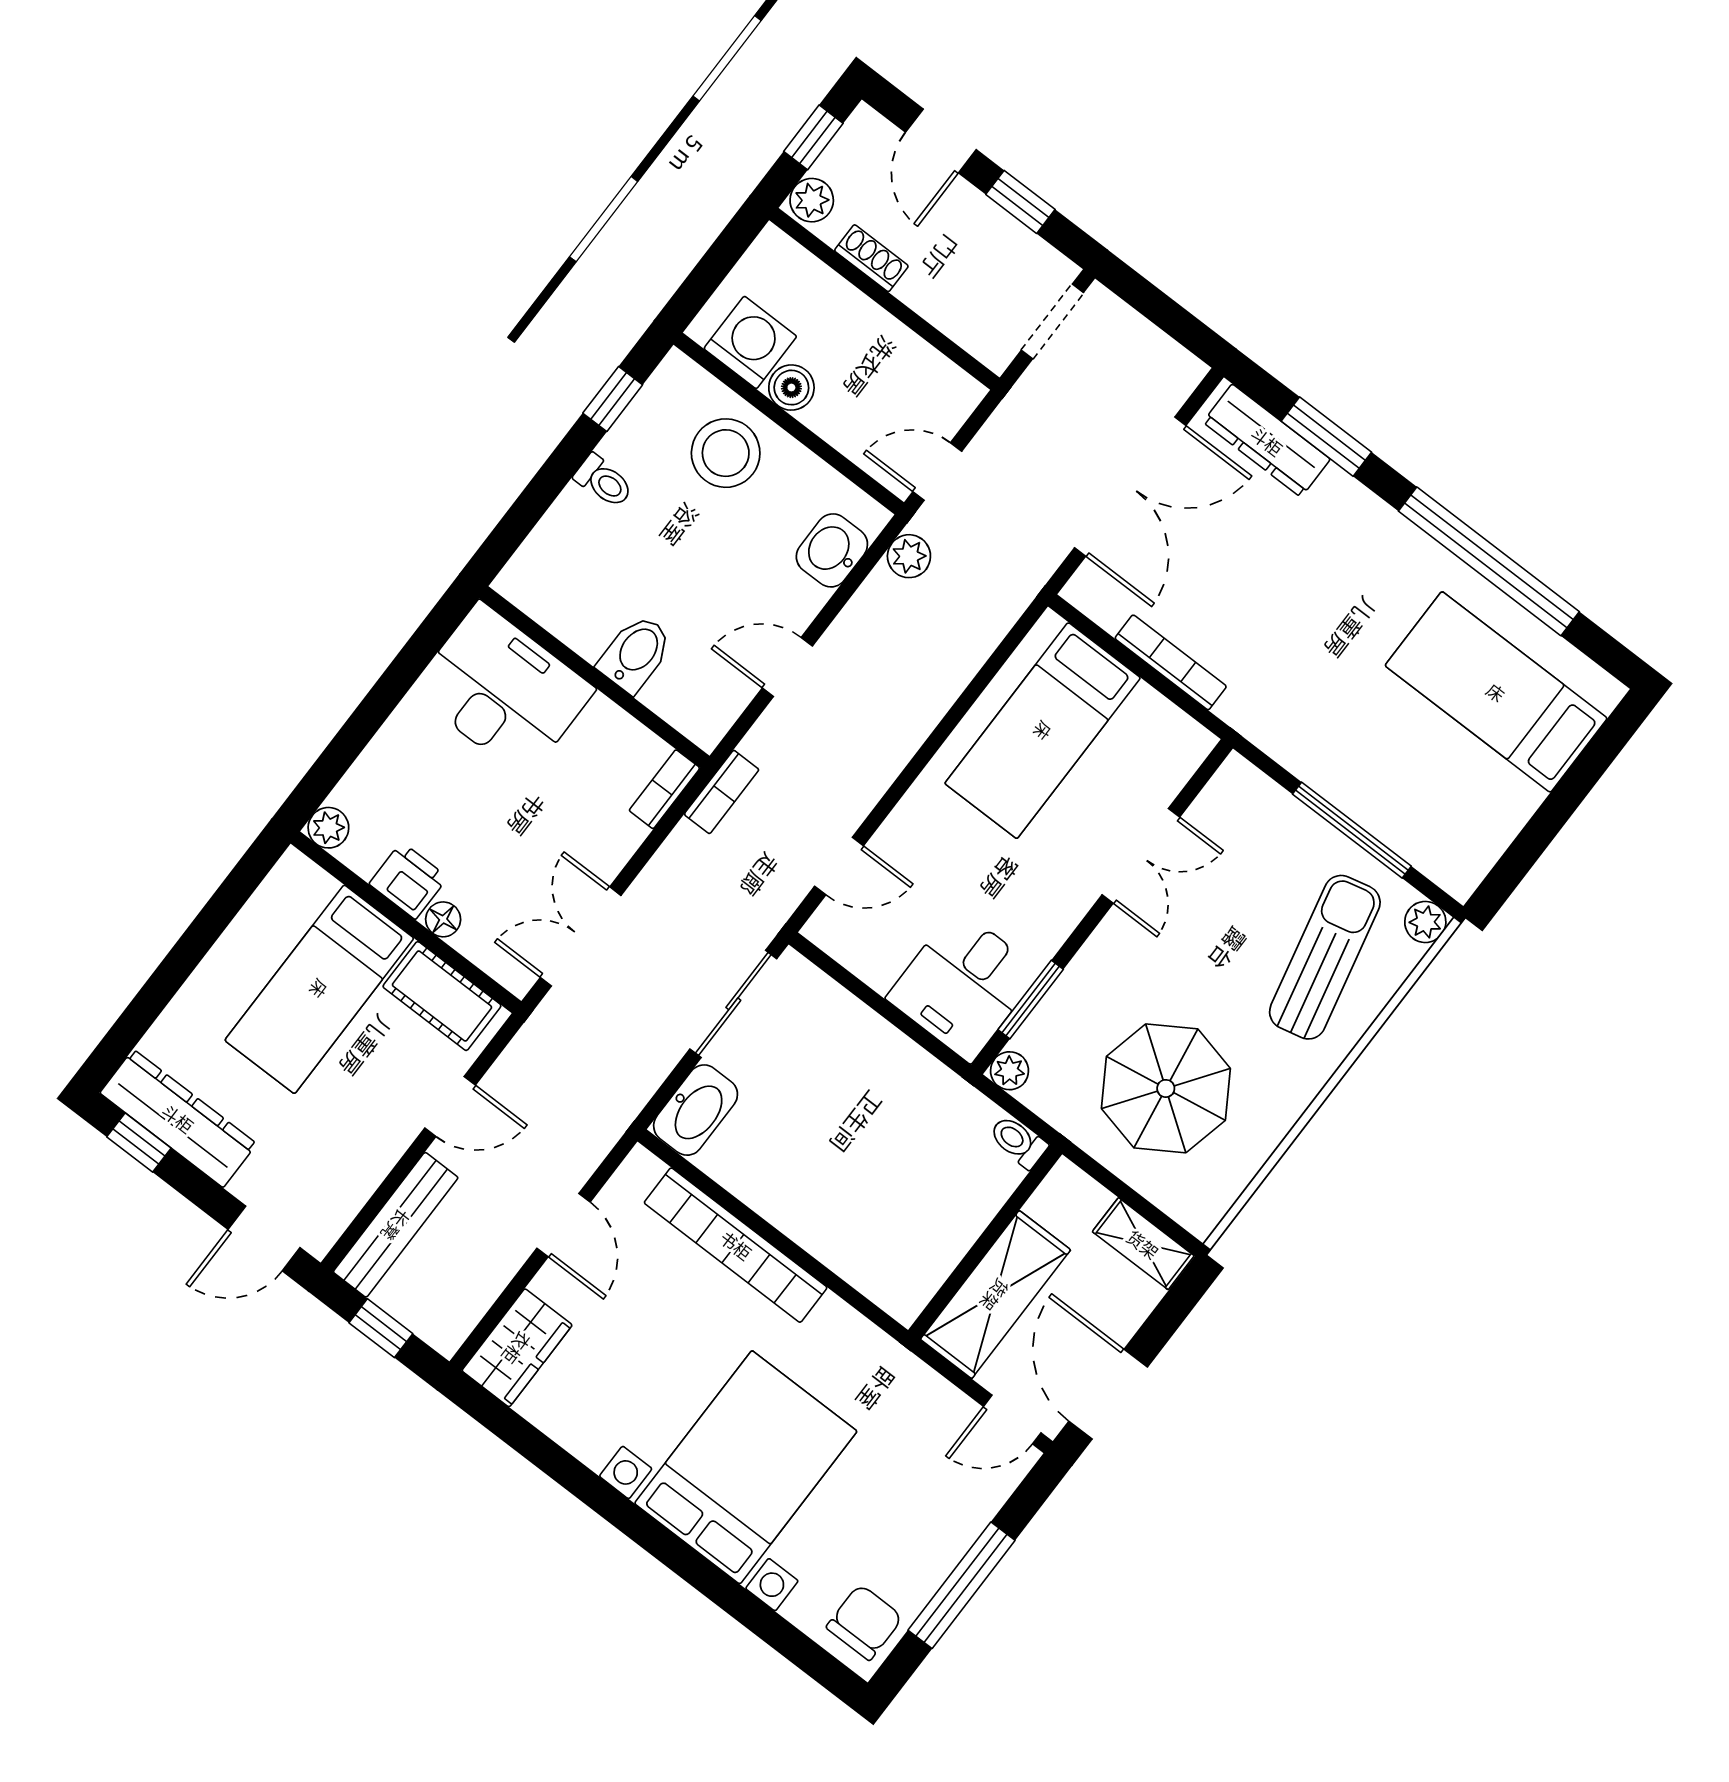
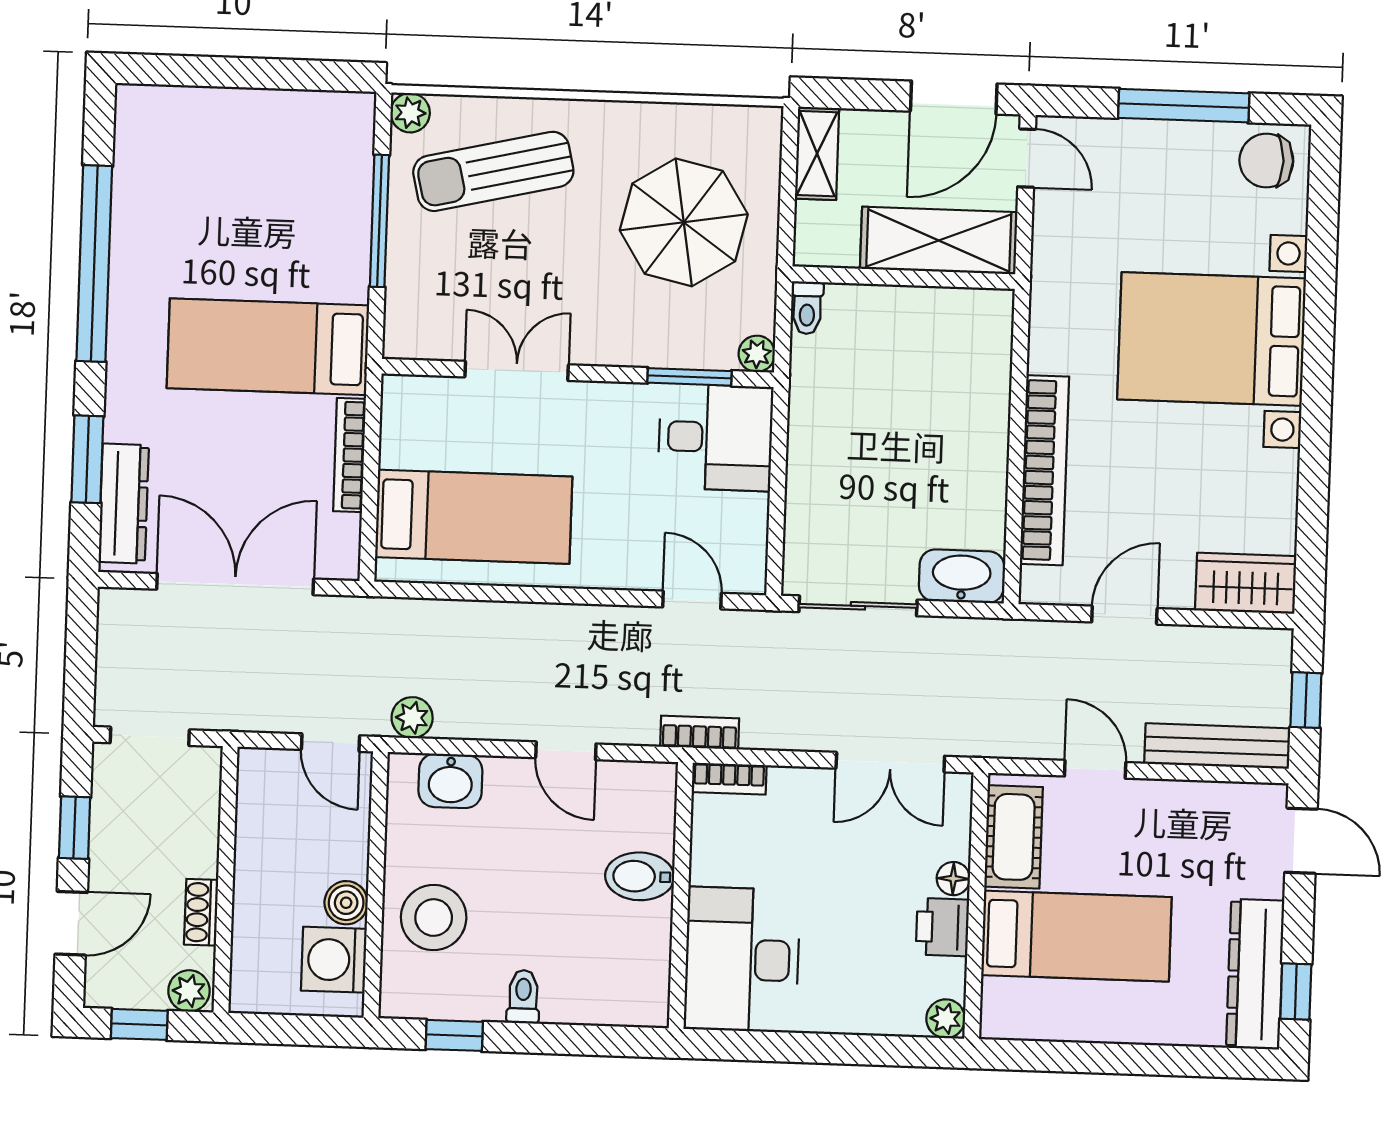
bed: (1496, 692) -> (268, 347), moved, turned 90

